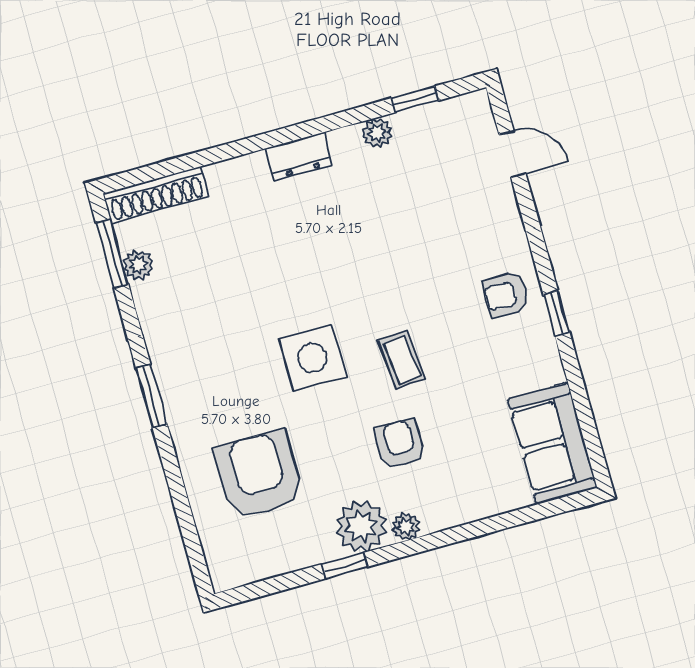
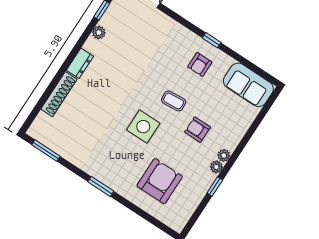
shoe rack: (156, 195) -> (59, 94), moved
plant: (138, 265) -> (58, 147), removed
armchair: (506, 295) -> (200, 65), moved
armchair: (259, 475) -> (160, 181), turned 90
plant: (361, 526) -> (216, 167), width x0.53, depth x0.53

